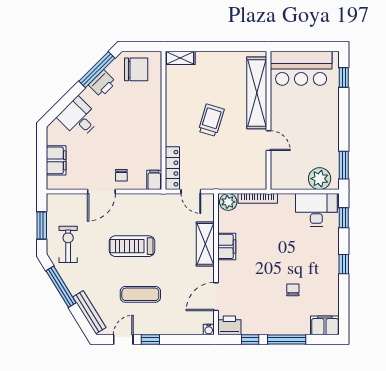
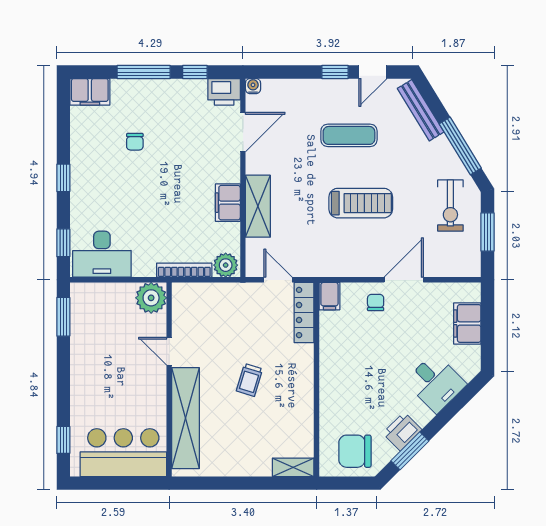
window: (97, 70) -> (410, 451), width x0.69
trolley: (211, 120) -> (250, 380), width x0.73, depth x0.72
plant: (320, 179) -> (151, 298), moved

